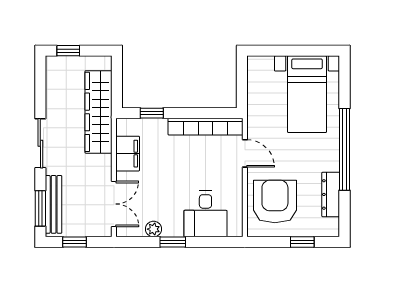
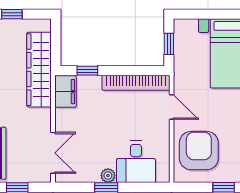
window: (242, 84) -> (169, 44), added
filing cabinet: (128, 154) -> (65, 92), moved
plant: (154, 229) -> (108, 176), moved

